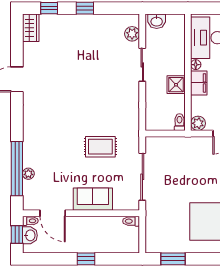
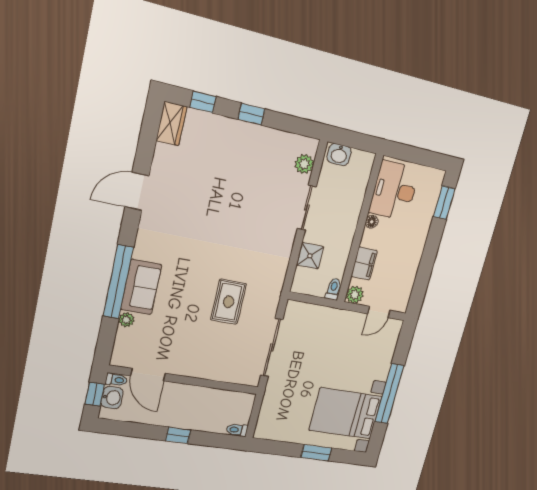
filing cabinet: (199, 83) -> (364, 264), moved
shower: (176, 85) -> (310, 256), moved
rug: (100, 147) -> (228, 302), turned 90
window: (17, 169) -> (118, 282), moved
sofa: (93, 199) -> (141, 287), moved, turned 90
toilet: (131, 221) -> (237, 430), moved
window: (173, 259) -> (316, 453), moved

